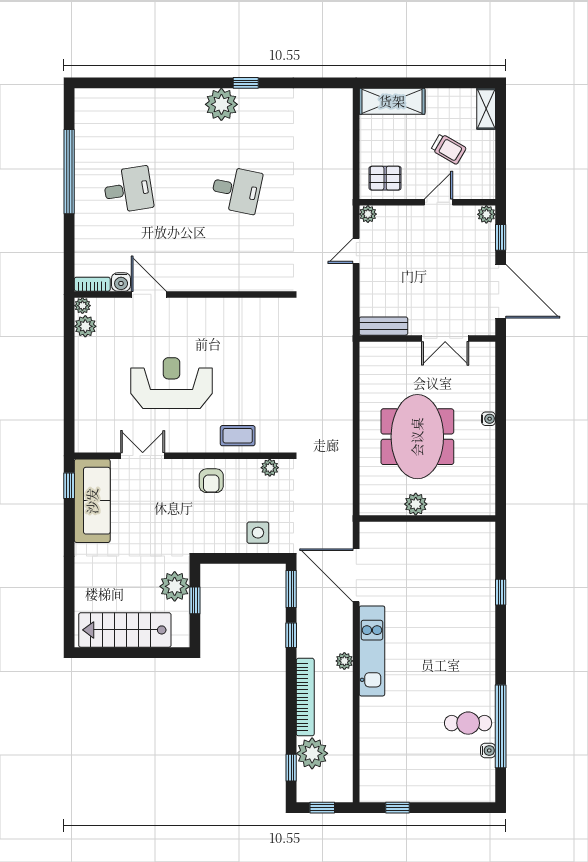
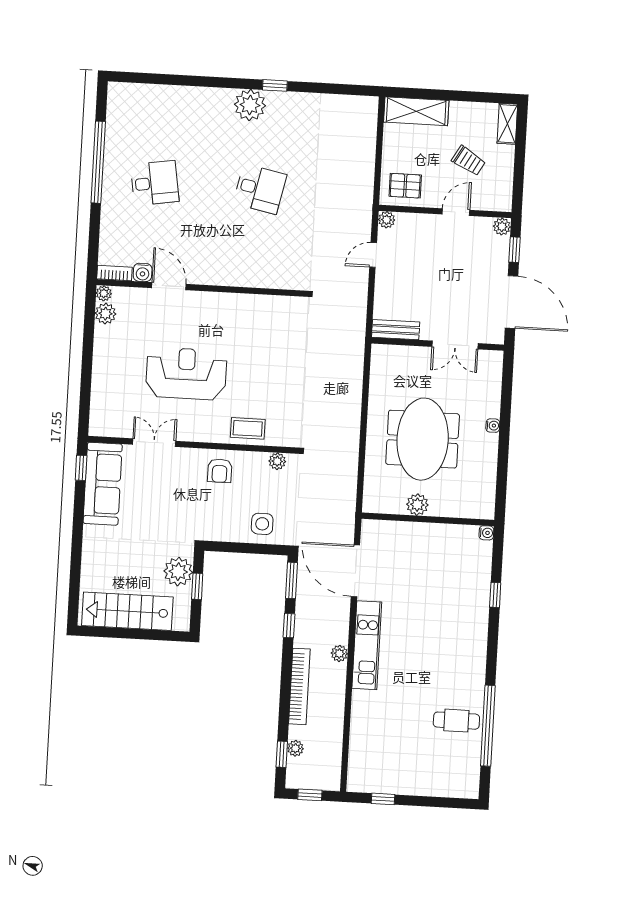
water cooler: (488, 750) -> (486, 533), moved
plant: (312, 753) -> (295, 748), width x0.53, depth x0.53

